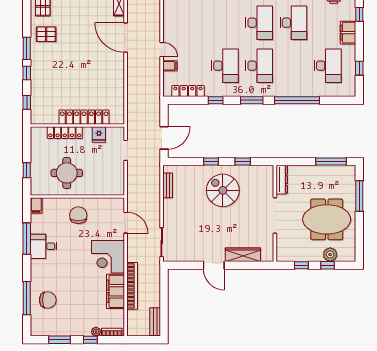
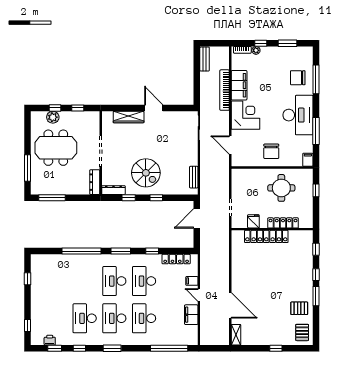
filing cabinet: (348, 33) -> (191, 315), moved, turned 180
desk: (328, 66) -> (144, 318), moved
dresser: (260, 170) -> (113, 190), added
desk: (44, 246) -> (298, 115), width x1.87, depth x1.30

